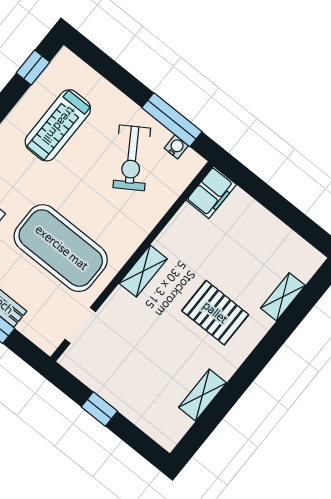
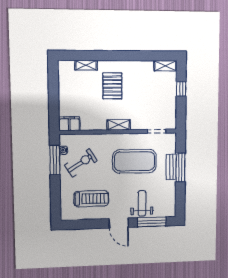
window: (33, 67) -> (78, 224), removed
exercise mat: (61, 248) -> (135, 161), turned 90
shelving: (203, 395) -> (165, 66), moved
window: (99, 409) -> (181, 89), moved

